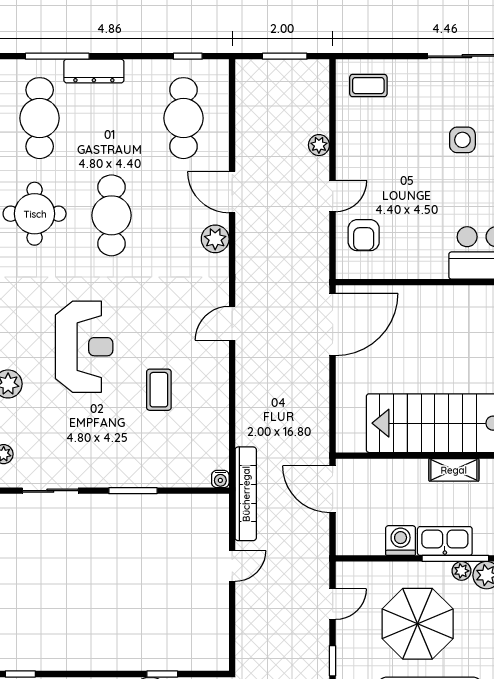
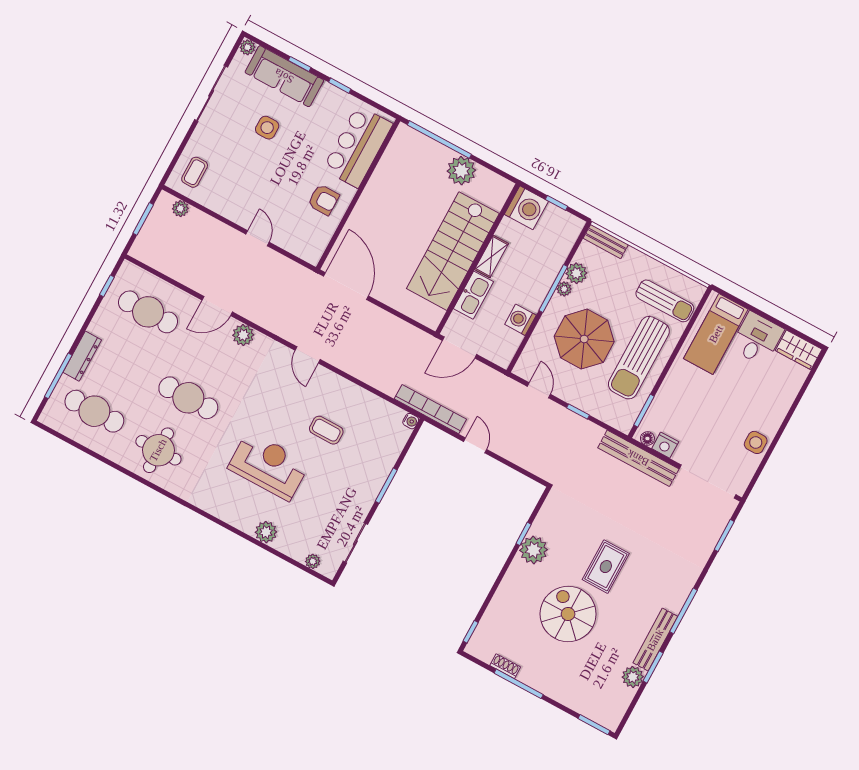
plant: (319, 145) -> (180, 209), moved
armchair: (364, 235) -> (323, 200), moved
kitchen sink: (445, 541) -> (473, 295), moved, turned 180

